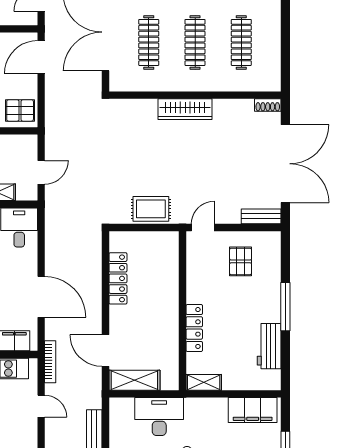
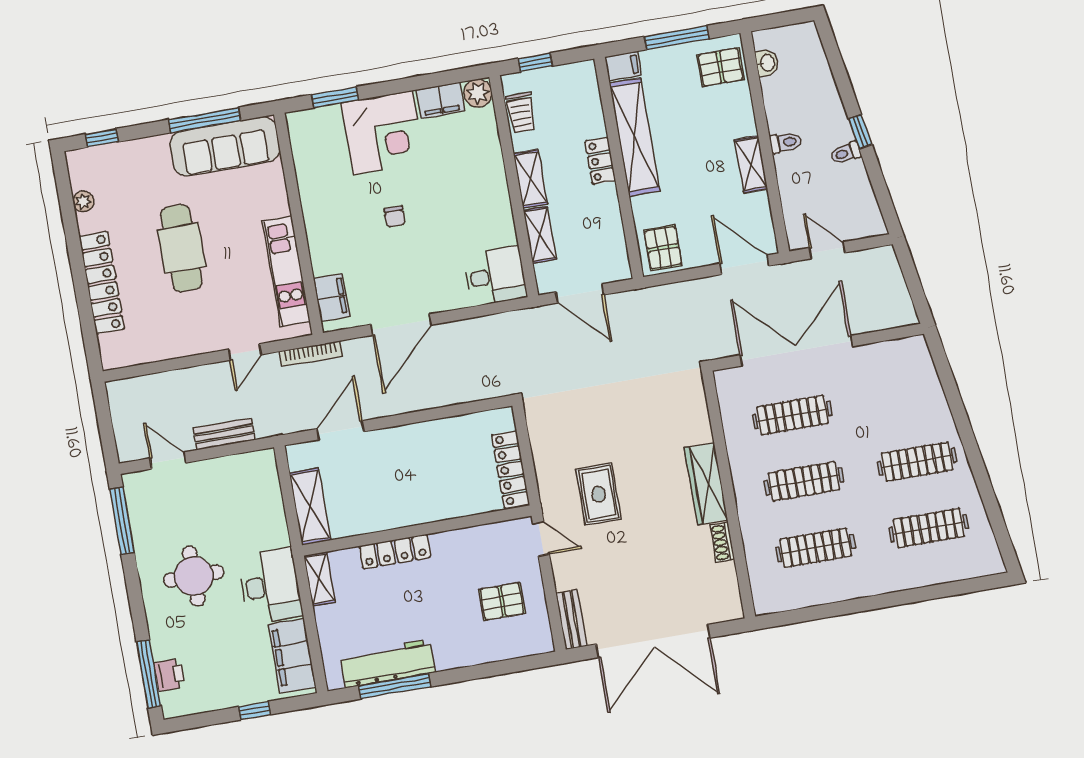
shoe rack: (268, 105) -> (722, 542), moved
door: (41, 172) -> (580, 293), width x1.38
rug: (151, 209) -> (599, 494), moved
locker: (118, 278) -> (511, 470), moved, turned 90
window: (285, 307) -> (395, 686), moved
workbench: (269, 346) -> (388, 663), width x1.38
shelving: (134, 380) -> (310, 506), moved
desk: (159, 417) -> (270, 586), moved

